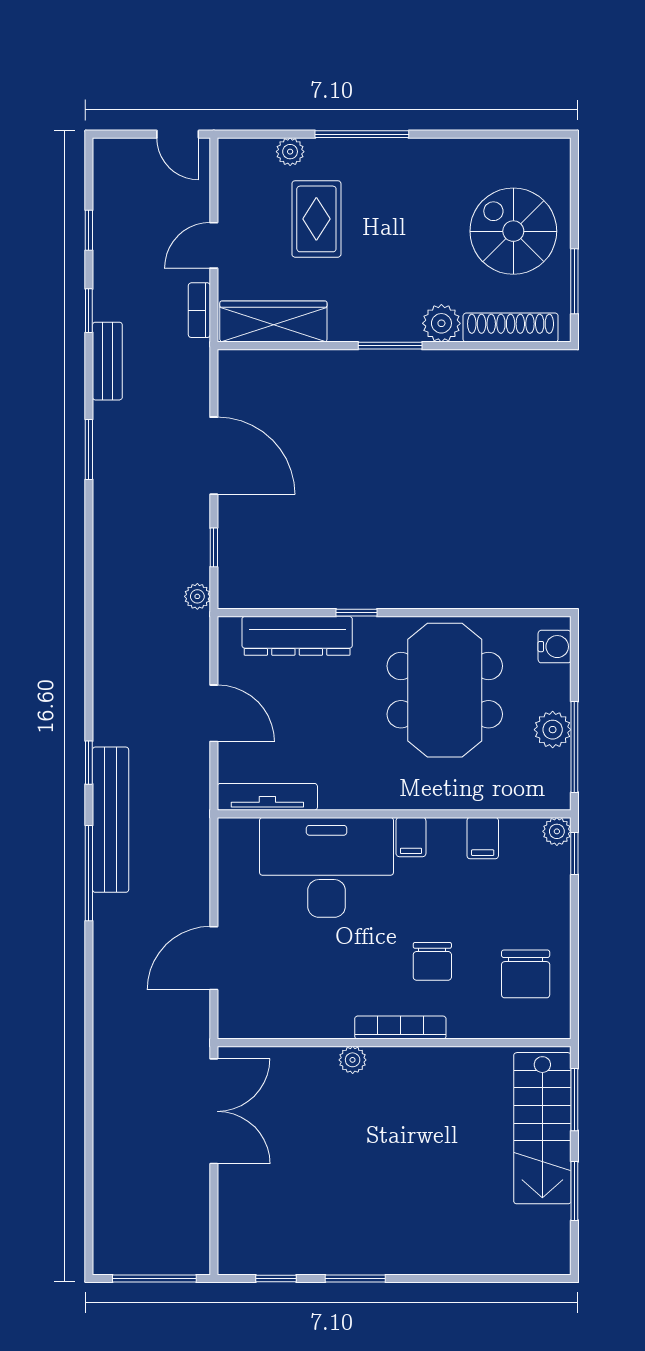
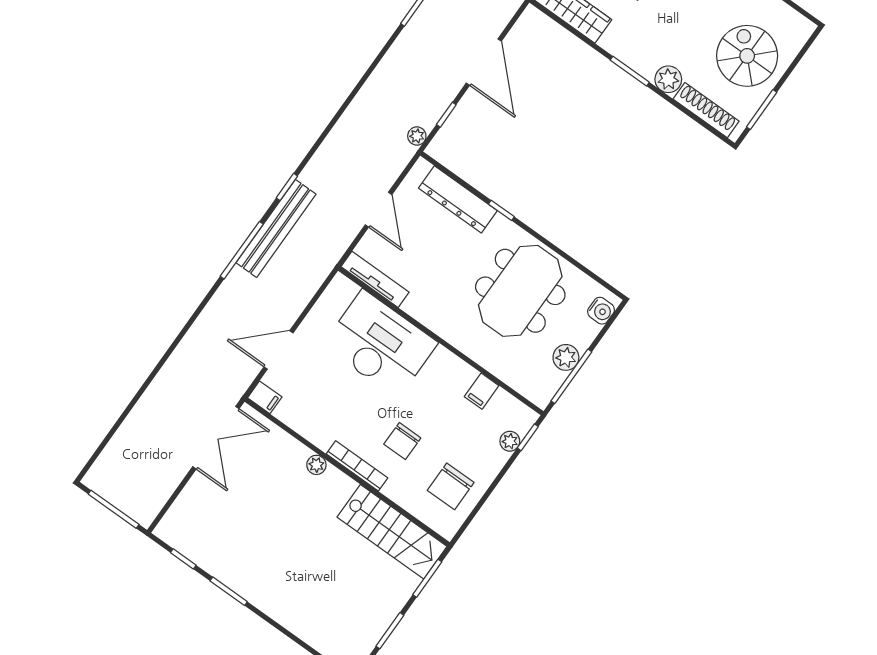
plant: (557, 831) -> (510, 441), moved
filing cabinet: (411, 837) -> (265, 397), moved, turned -90
stairs: (542, 1128) -> (392, 532), moved, turned -90

